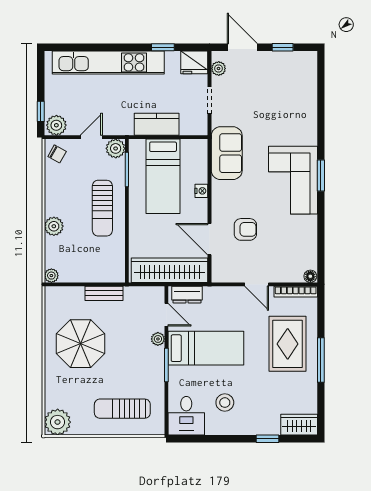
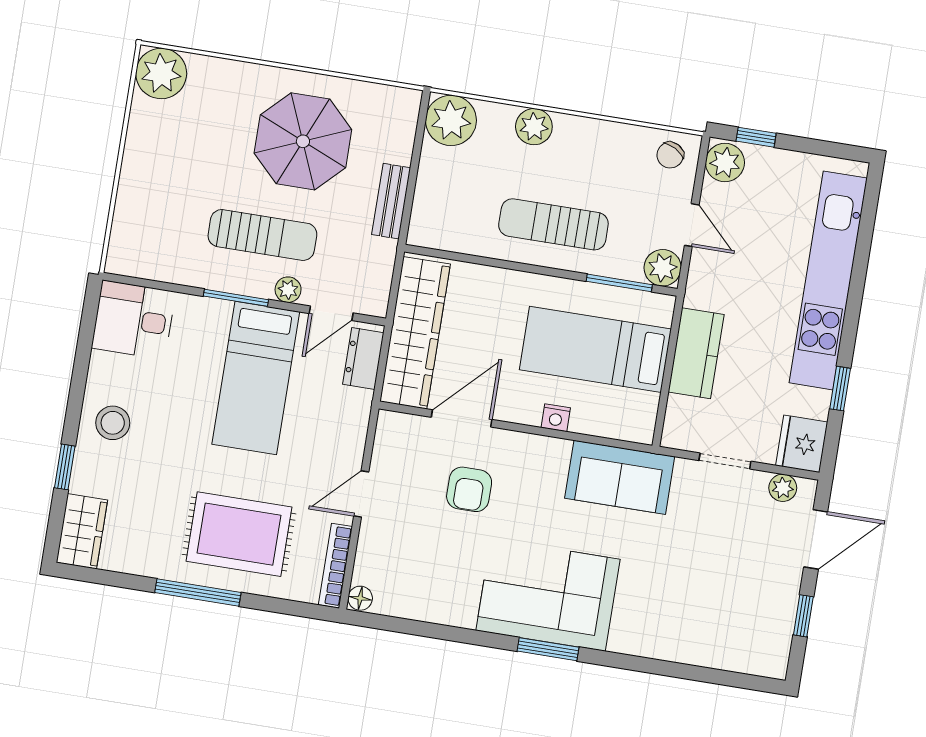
plant: (51, 276) -> (451, 120), width x1.88, depth x1.88
stool: (225, 403) -> (113, 423), moved
sun lounger: (122, 409) -> (262, 235), moved, turned 90

